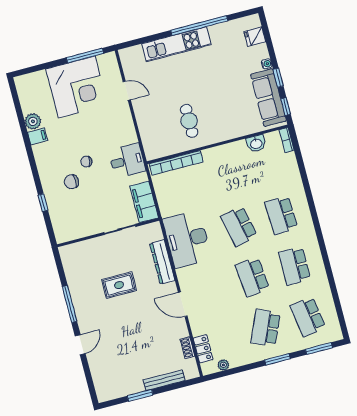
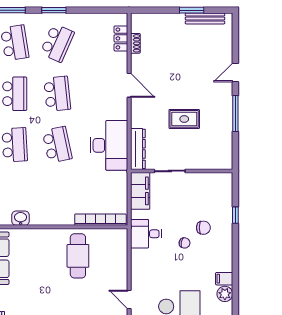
cafe table: (189, 121) -> (78, 256), width x1.37, depth x1.35
dresser: (162, 262) -> (138, 149), moved
plant: (223, 365) -> (106, 18), removed
bench: (164, 380) -> (205, 18), moved

